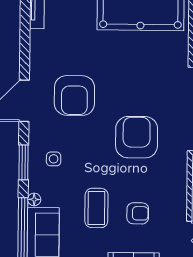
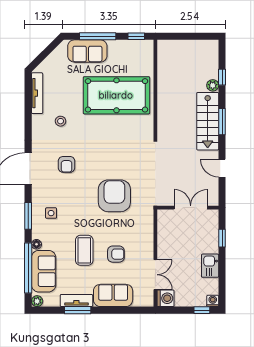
stool: (67, 39) -> (61, 121), added
armchair: (74, 95) -> (67, 164), width x0.53, depth x0.53

